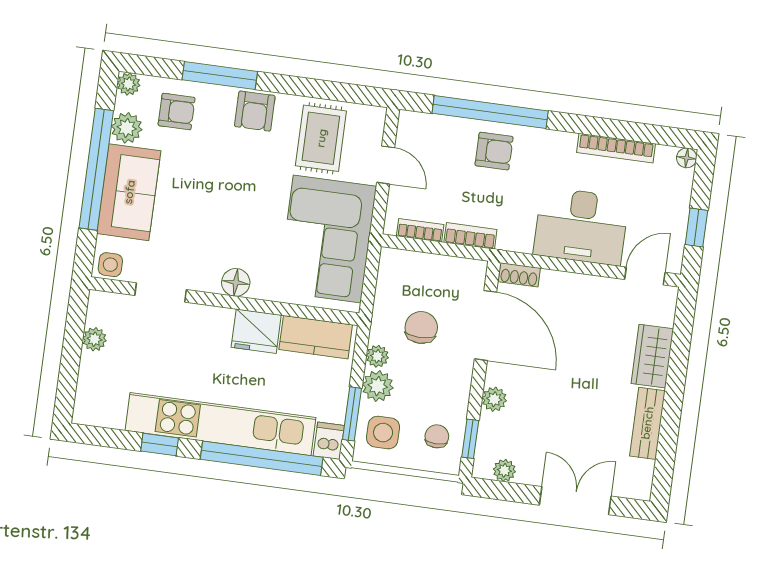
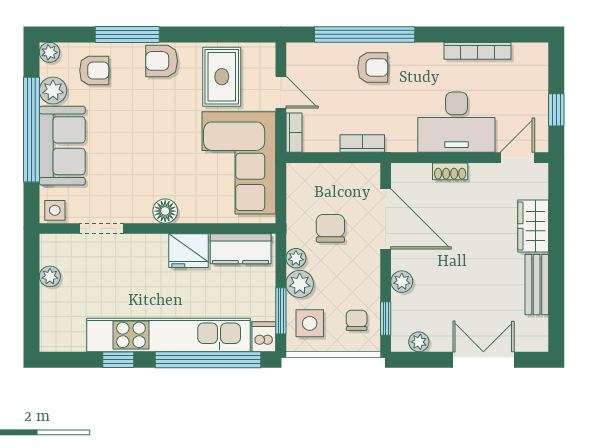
armchair: (255, 111) -> (162, 61), turned 90
floor lamp: (687, 158) -> (540, 51), removed
bookcase: (420, 230) -> (294, 133), moved, turned 90
shoe rack: (519, 275) -> (450, 171), moved

